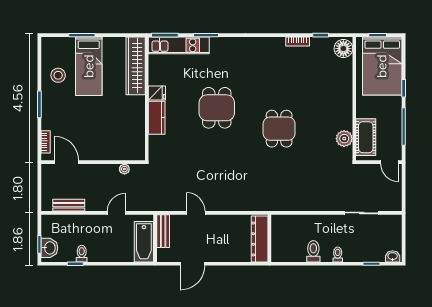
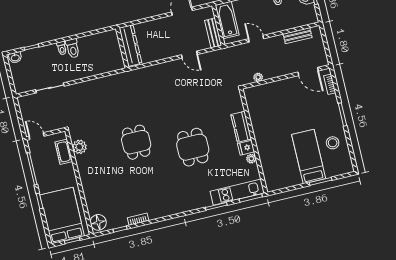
wardrobe: (136, 66) -> (269, 166), removed
plant: (154, 79) -> (251, 159), added
cot: (366, 137) -> (64, 152), width x0.73, depth x0.75
door: (116, 213) -> (256, 39), swing flipped
toilet: (313, 251) -> (73, 48), moved

